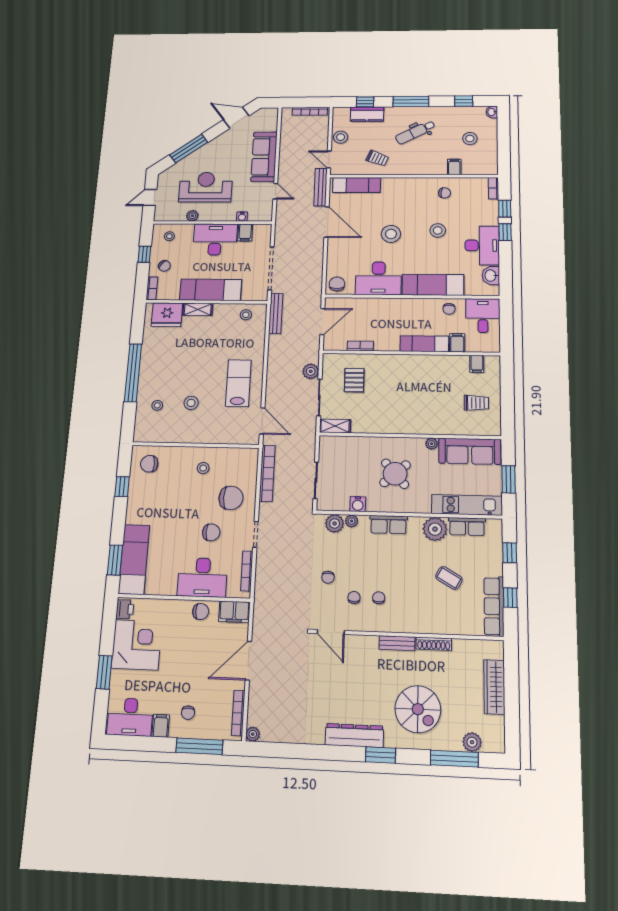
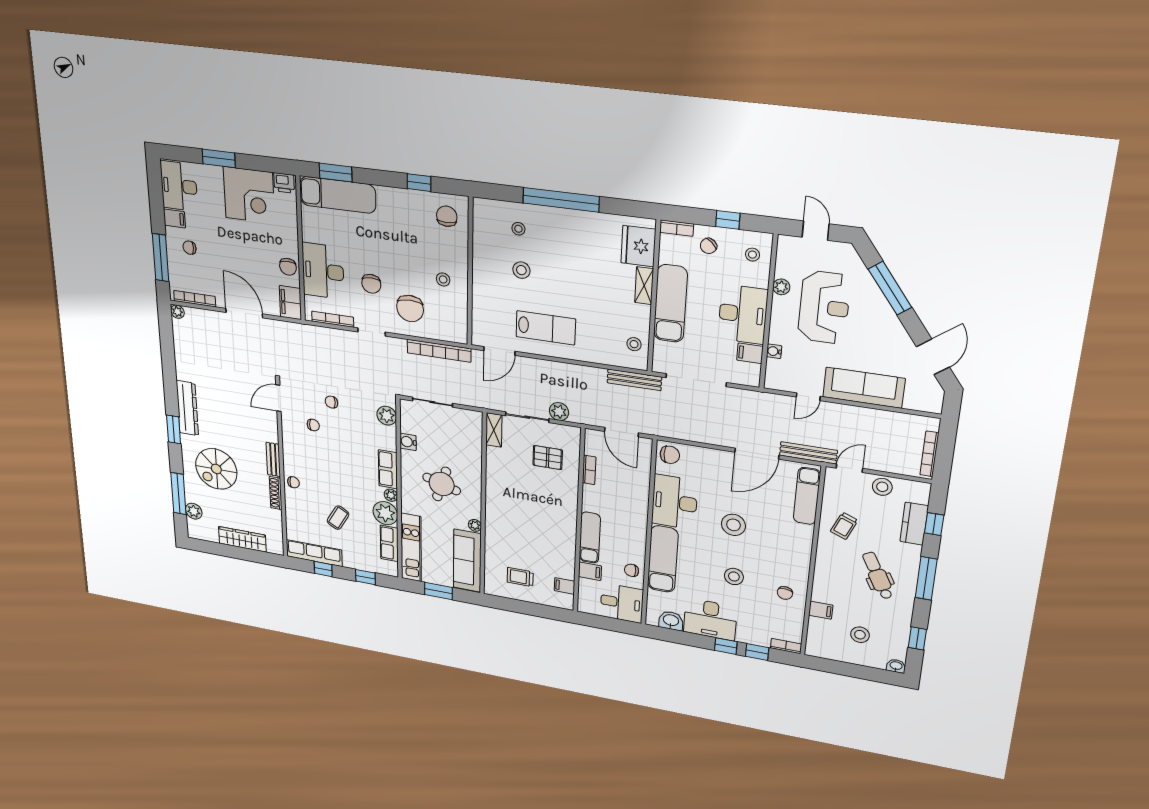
trolley: (476, 403) -> (520, 577), turned 90
round table: (395, 474) -> (442, 484), turned -32
plant: (352, 521) -> (391, 495), moved
chair: (379, 598) -> (293, 482), moved

